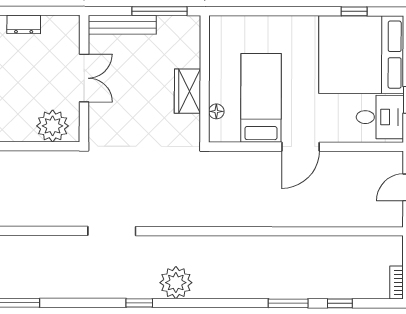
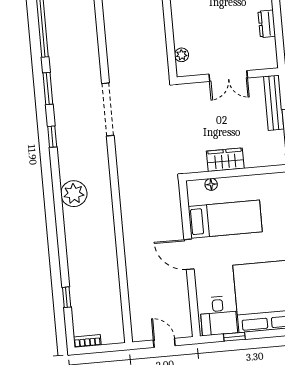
plant: (53, 126) -> (182, 55), width x0.53, depth x0.53
doorway: (112, 231) -> (108, 109), width x1.36
plant: (176, 283) -> (74, 194), moved
window: (288, 303) -> (48, 88), moved

